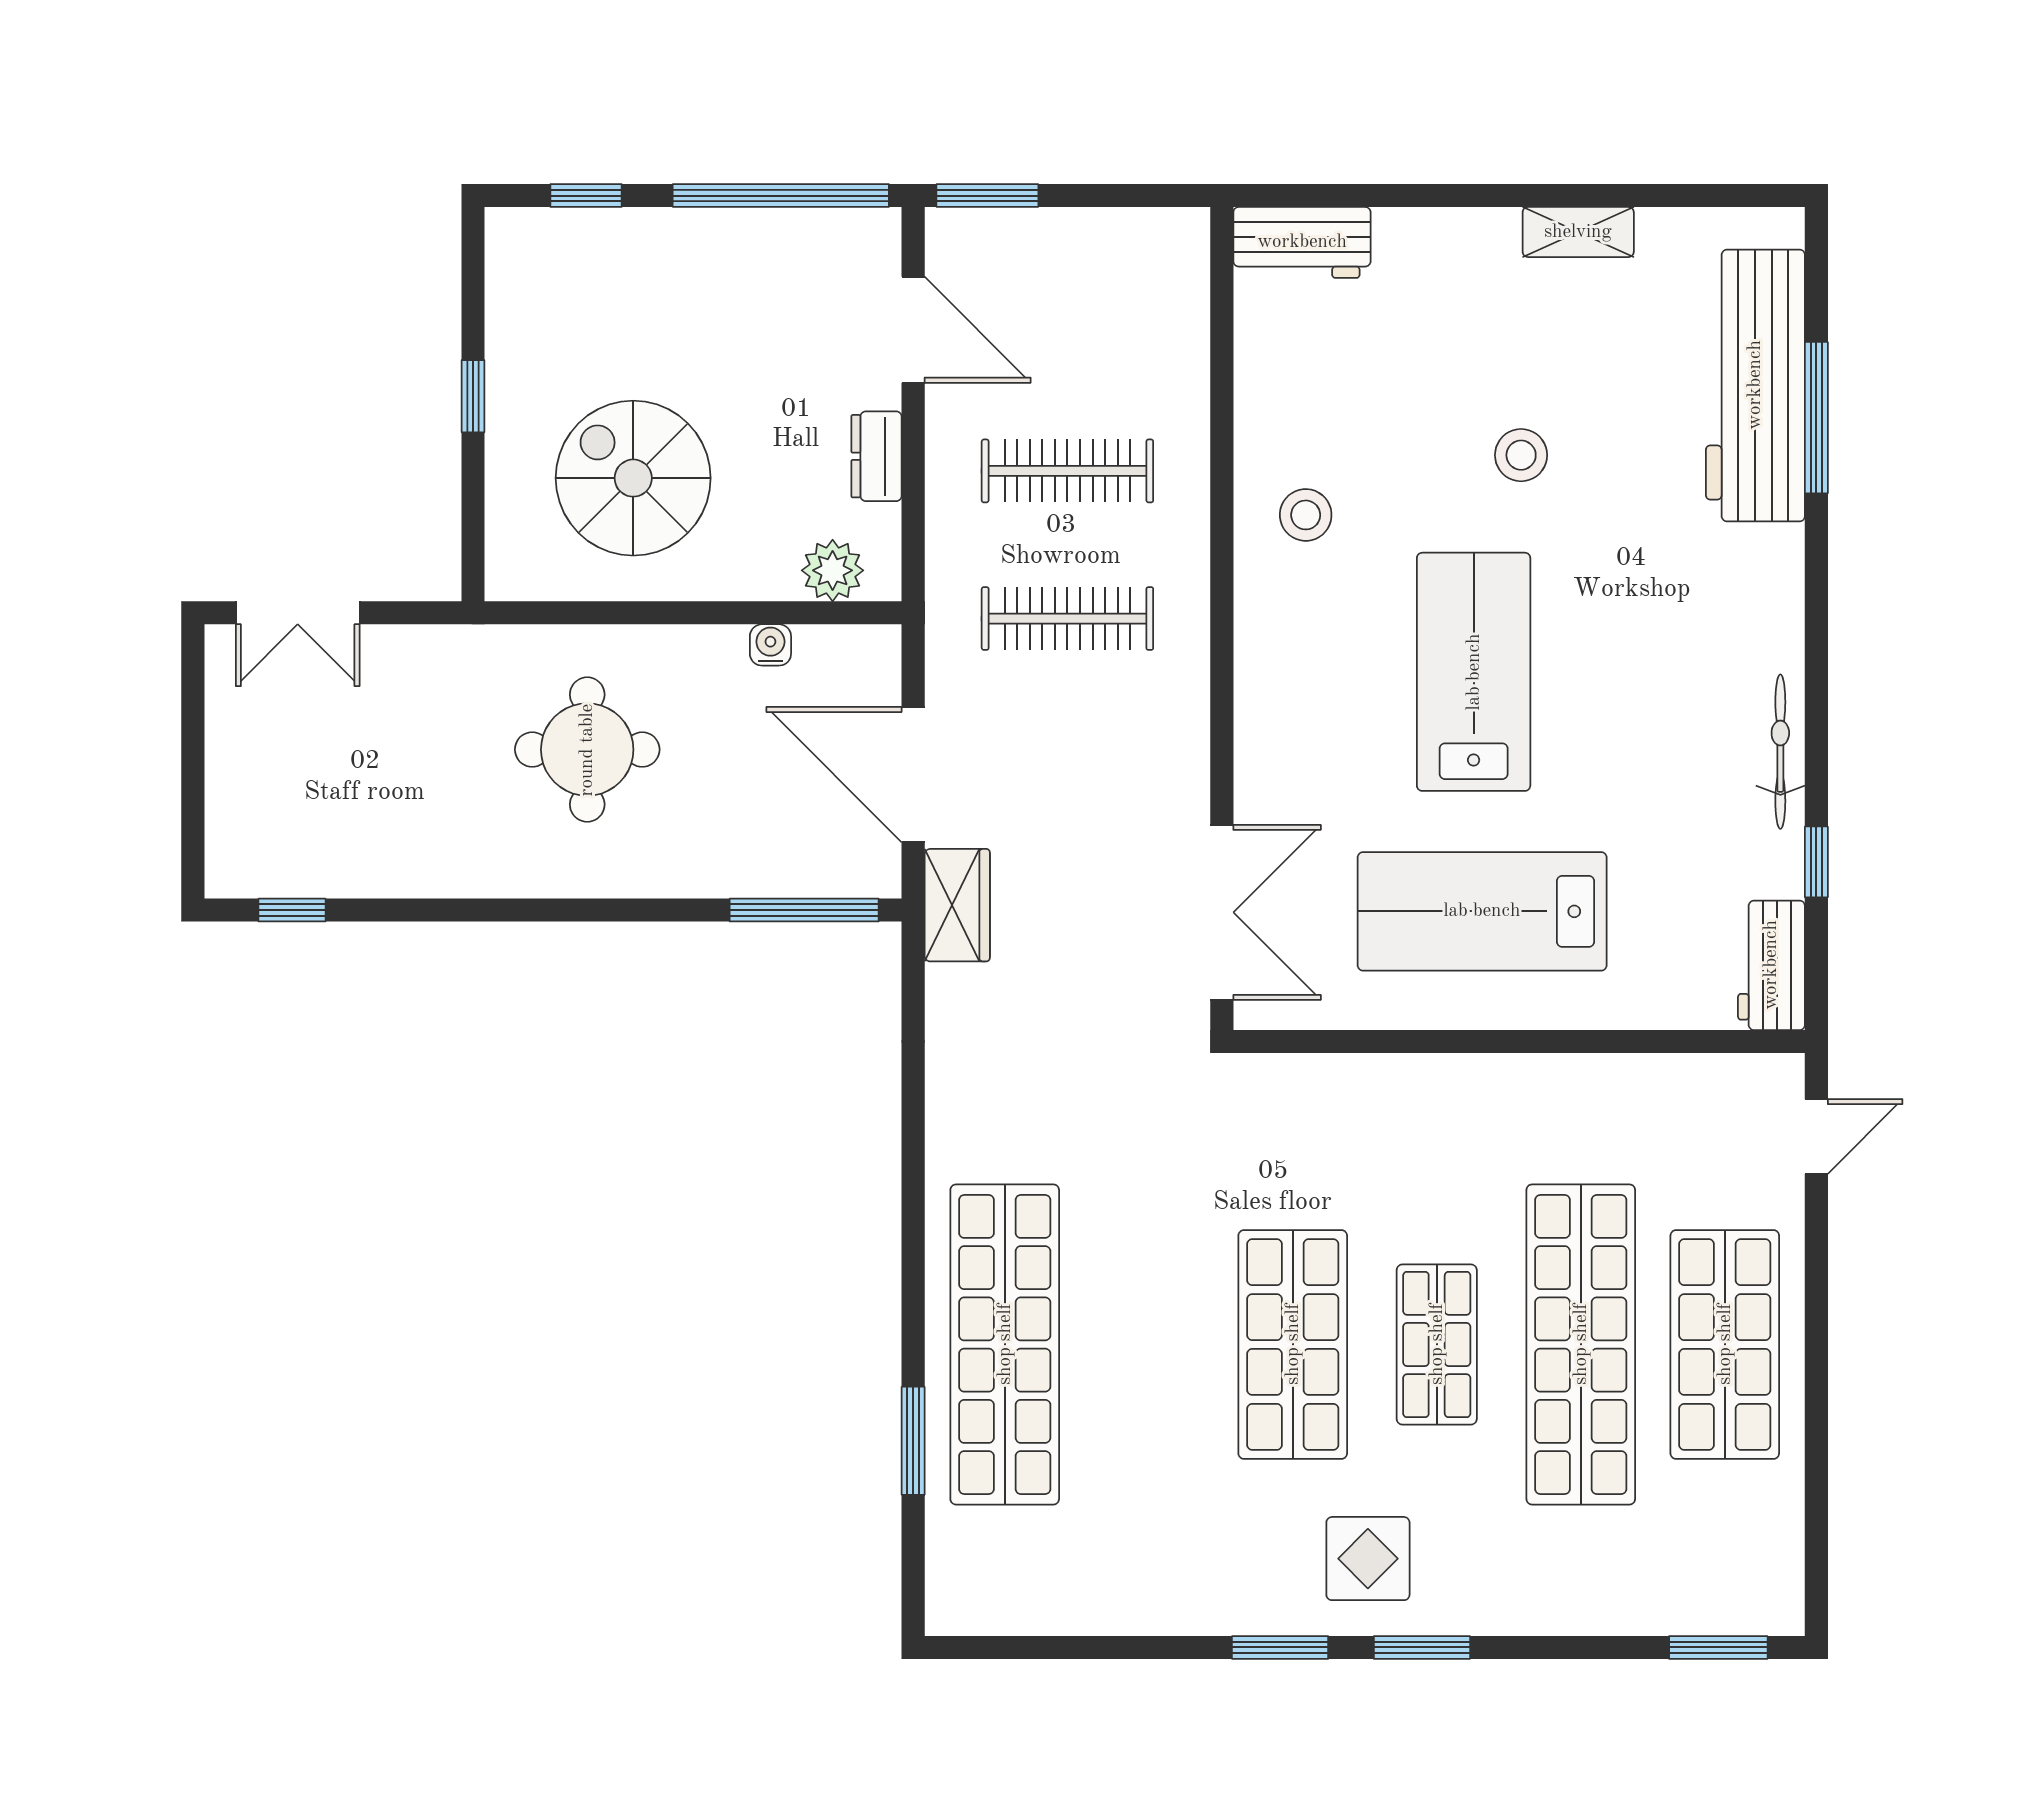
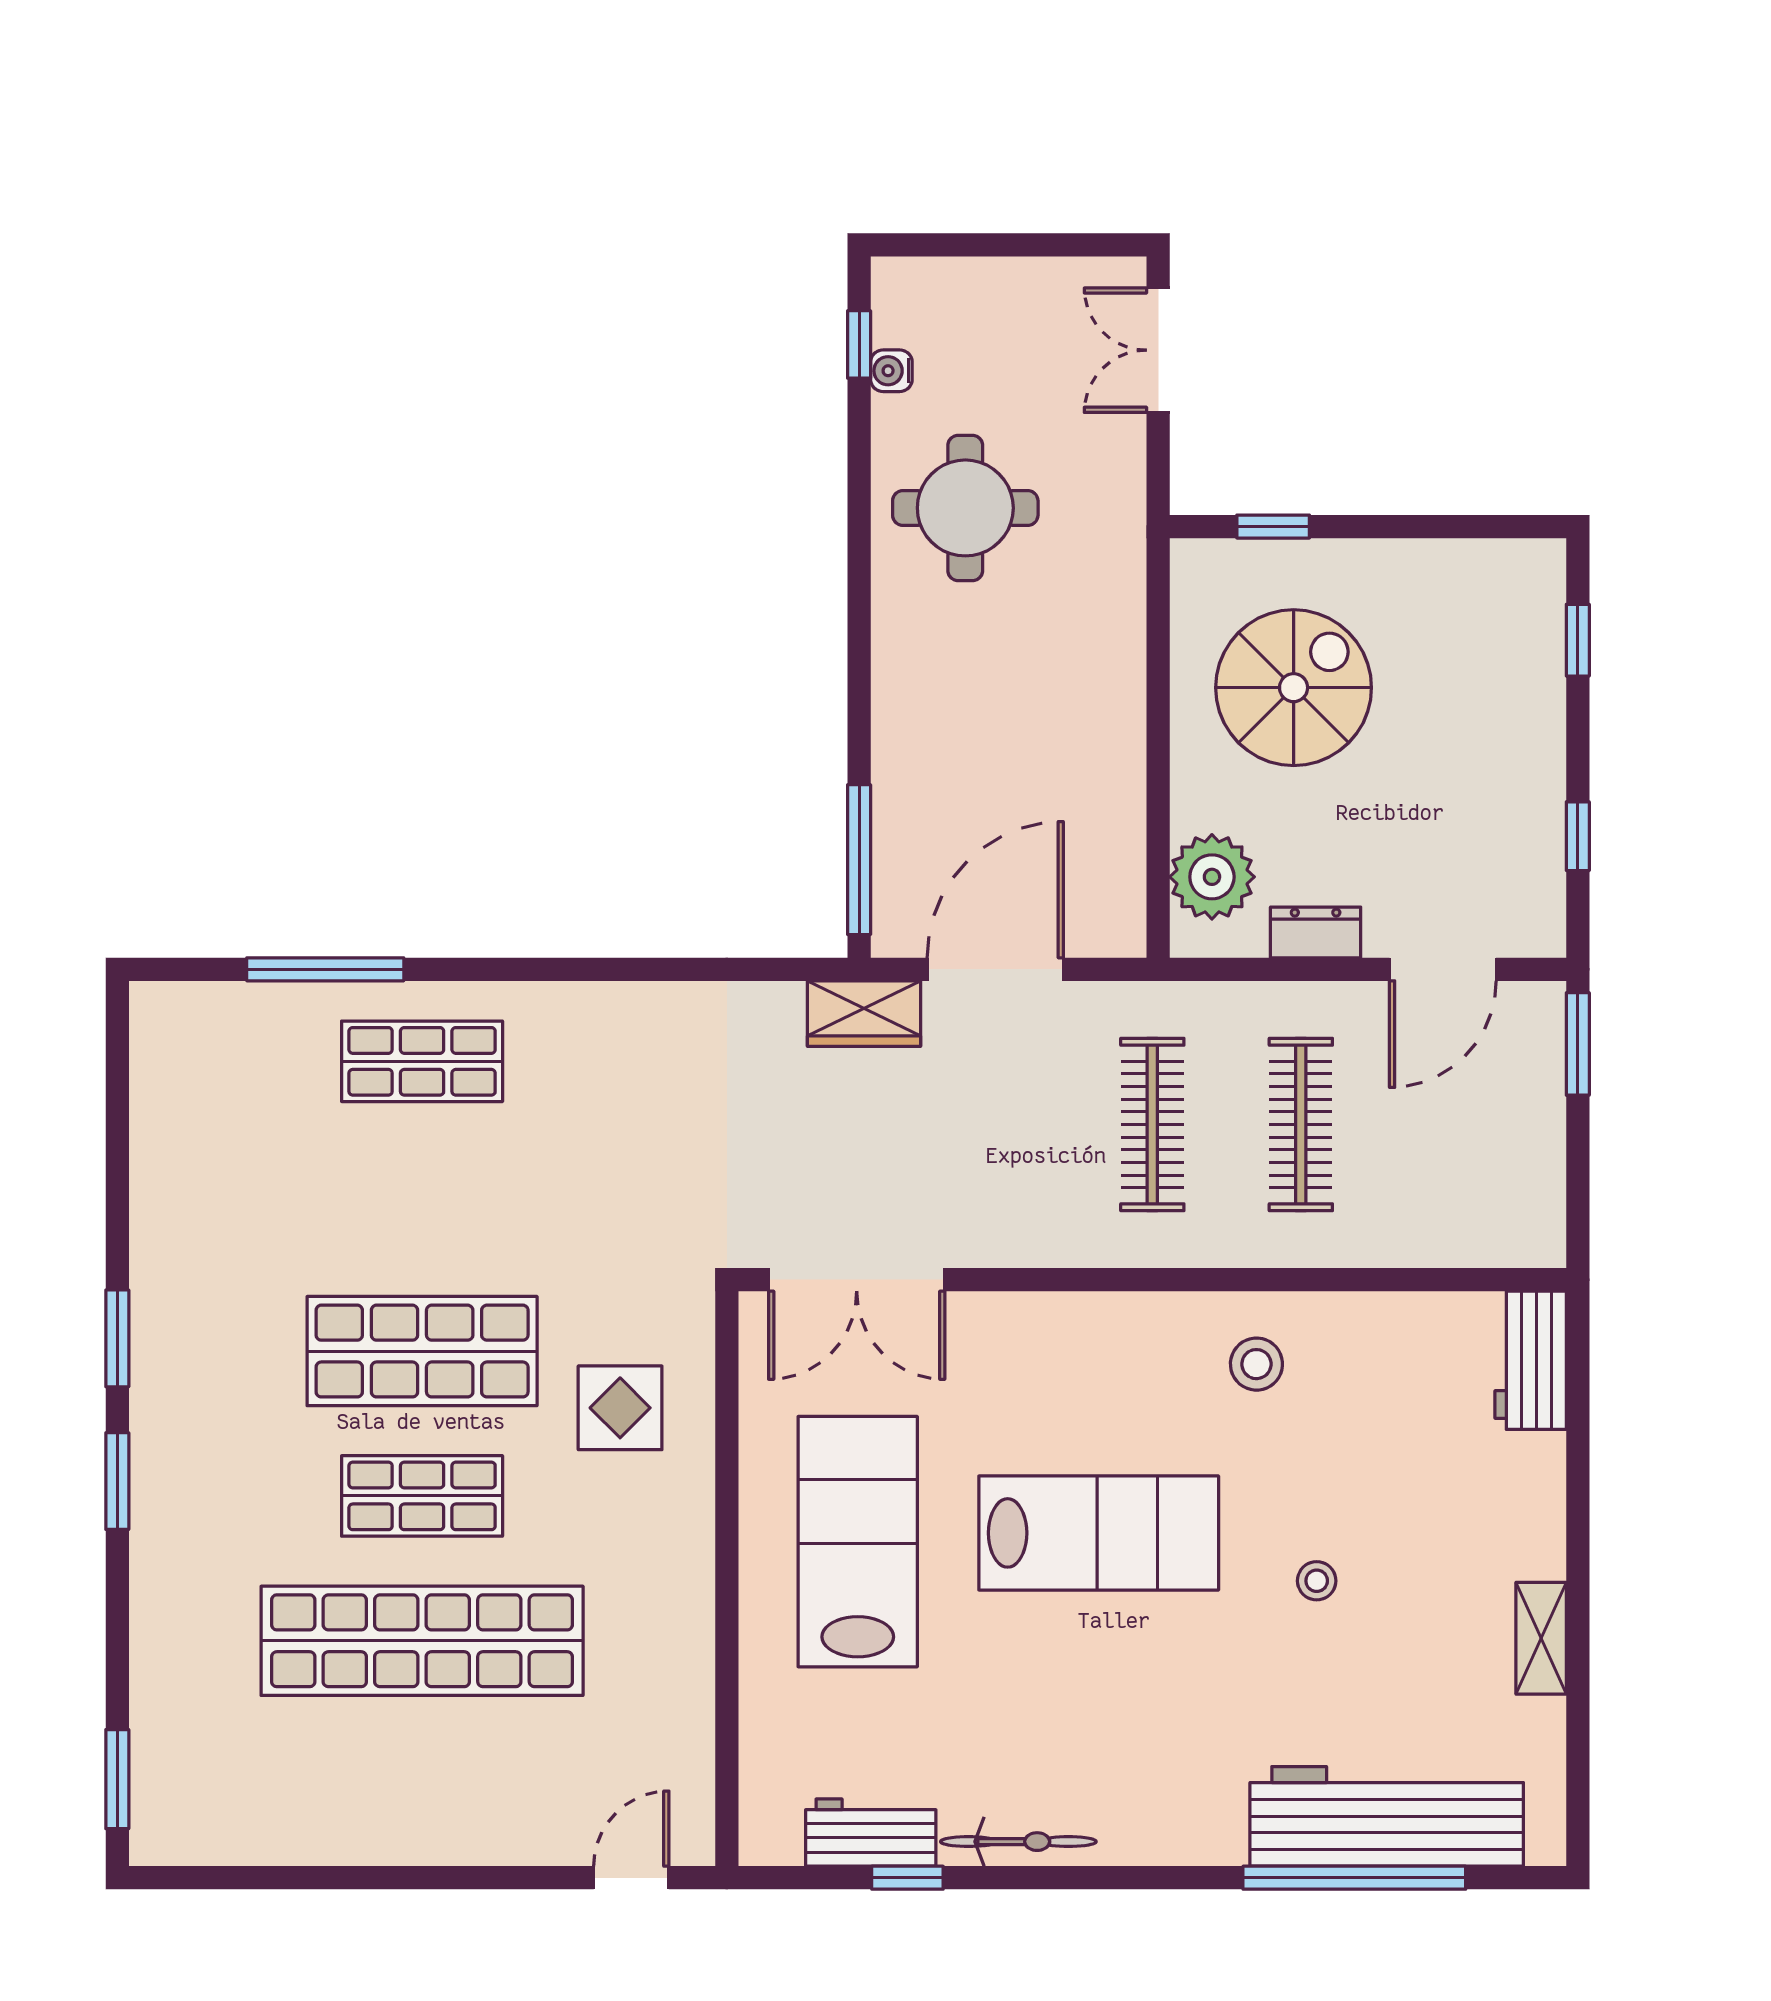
window: (781, 196) -> (1578, 836), width x0.32
window: (473, 396) -> (1273, 527), moved
window: (1816, 418) -> (1354, 1878), width x1.46
stool: (1521, 455) -> (1317, 1581), width x0.73, depth x0.73
plant: (833, 570) -> (1212, 877), width x1.36, depth x1.36
water cooler: (770, 645) -> (891, 371), moved, turned 180
round table: (587, 750) -> (965, 508), moved
workbench: (1771, 965) -> (871, 1833), moved
door: (1816, 1136) -> (631, 1878), swing flipped
shop shelf: (1005, 1344) -> (422, 1061), width x0.50, depth x0.74
shop shelf: (1725, 1344) -> (422, 1786), removed
window: (913, 1441) -> (325, 969), width x1.44
display table: (1368, 1559) -> (620, 1408), moved

